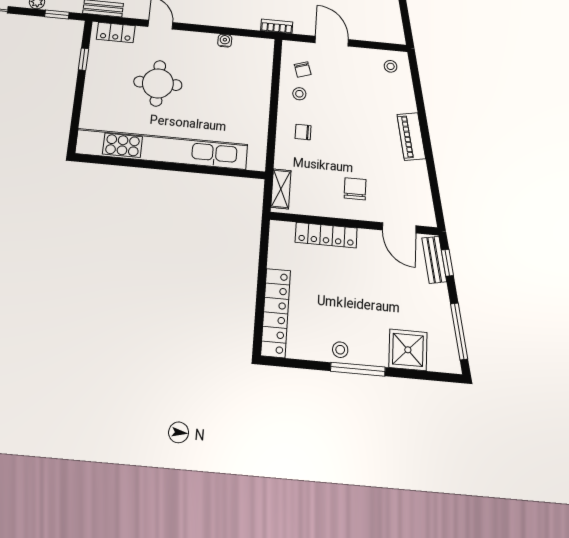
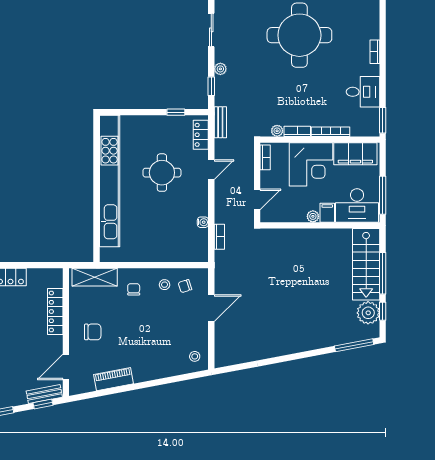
bookcase: (277, 26) -> (219, 237), moved
piano: (411, 136) -> (113, 379), moved
shelving: (281, 189) -> (95, 277), width x1.50, depth x1.33

